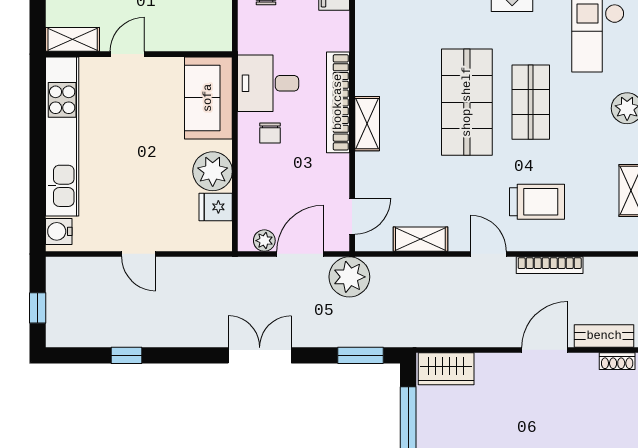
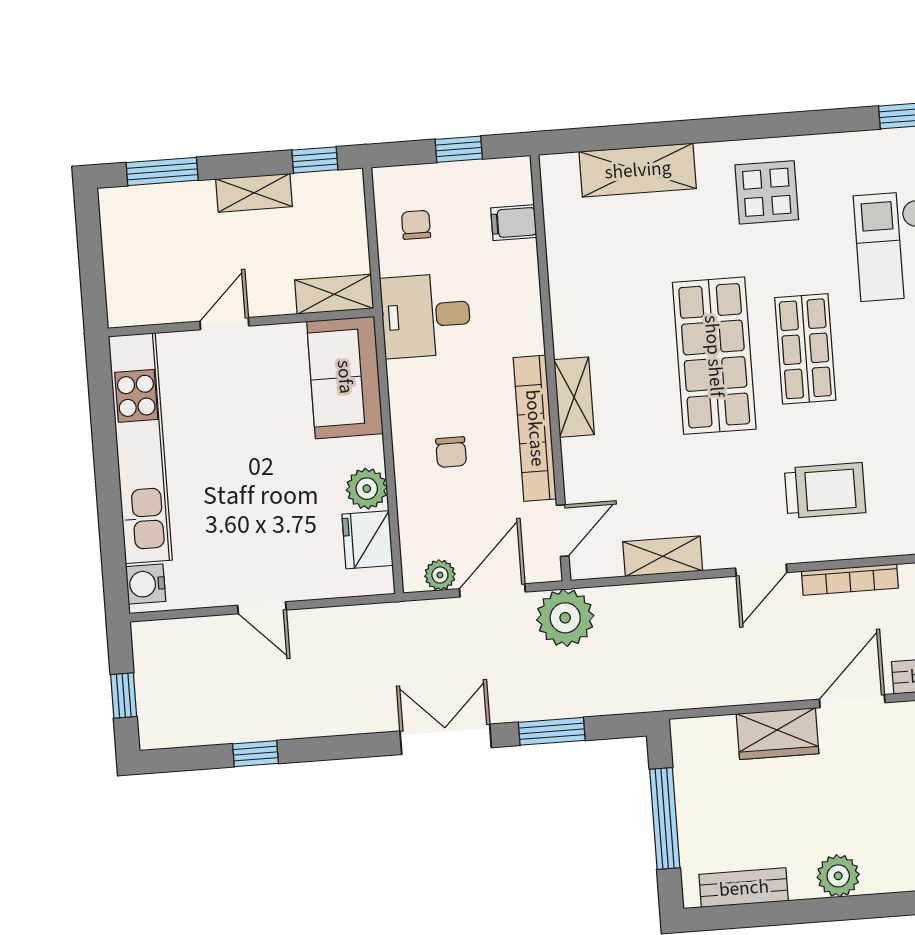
shelving: (73, 39) -> (334, 294), moved
desk: (268, 83) -> (426, 315), moved
bookcase: (338, 102) -> (535, 428), moved
chair: (270, 133) -> (451, 452), moved
plant: (213, 171) -> (367, 489), width x0.73, depth x0.73
fridge: (216, 207) -> (368, 540), width x1.38
door: (488, 254) -> (761, 570), swing flipped
window: (361, 355) -> (552, 731), moved
wardrobe: (446, 369) -> (778, 734), moved

